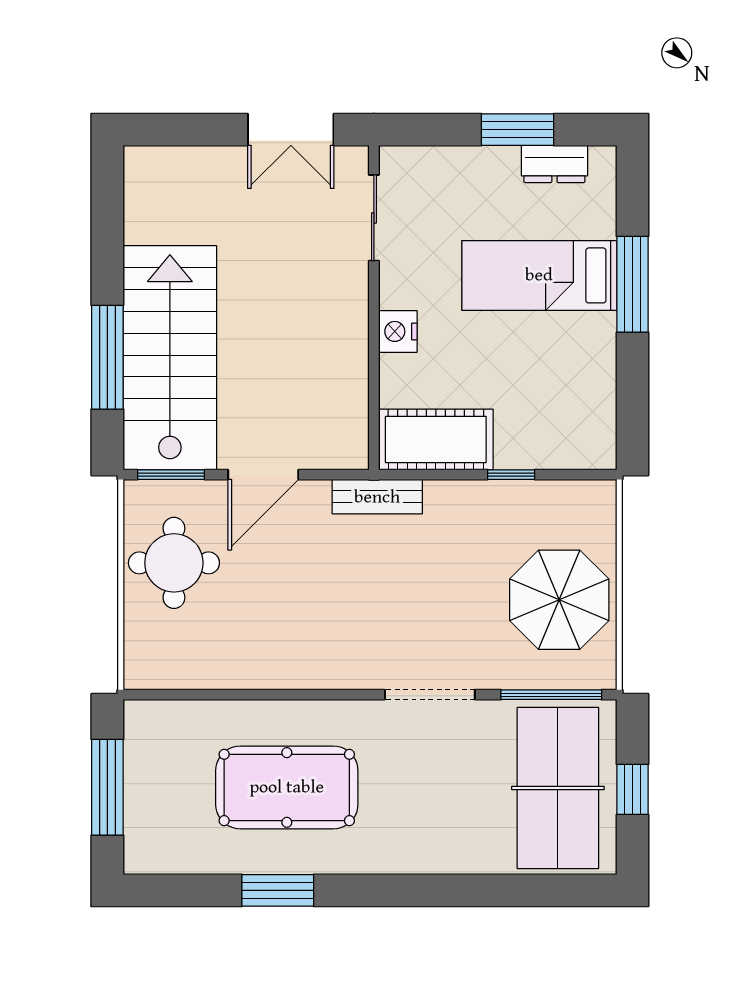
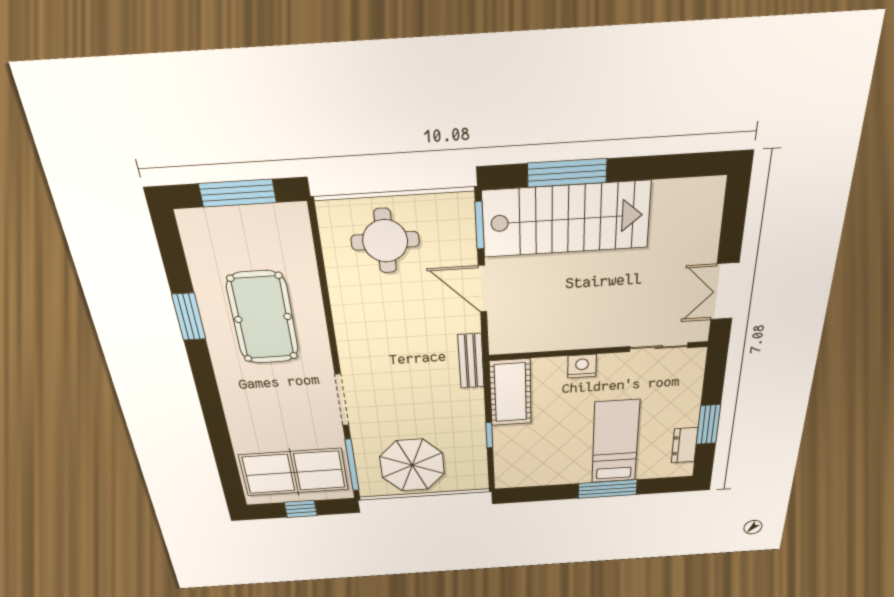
round table: (174, 563) -> (385, 241), moved

